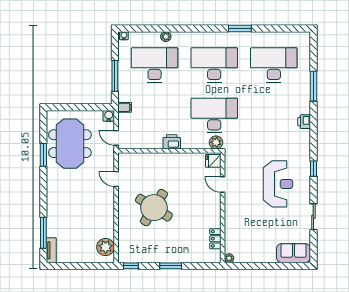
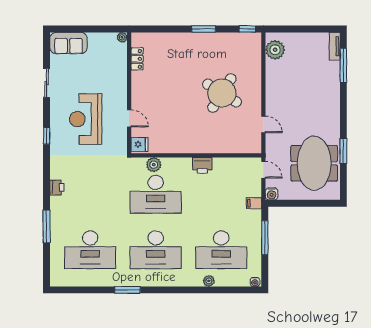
fridge: (213, 161) -> (139, 144), moved
door: (223, 185) -> (129, 118), moved
wall: (223, 208) -> (129, 93), moved
locker: (215, 239) -> (137, 59), moved
plant: (229, 258) -> (122, 37), moved

